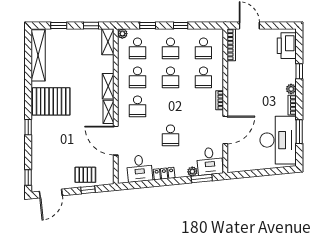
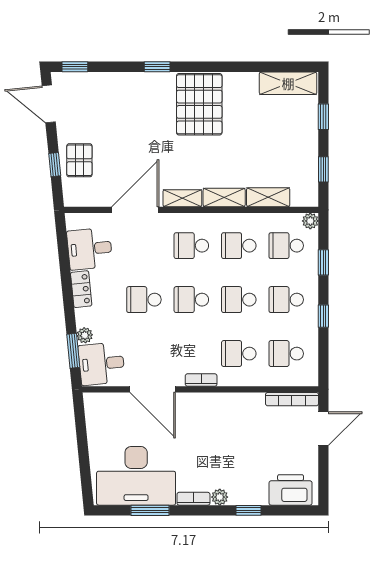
shelving: (108, 42) -> (268, 197), moved
shelving: (38, 55) -> (288, 83), width x0.68
school desk: (170, 106) -> (191, 300), added

